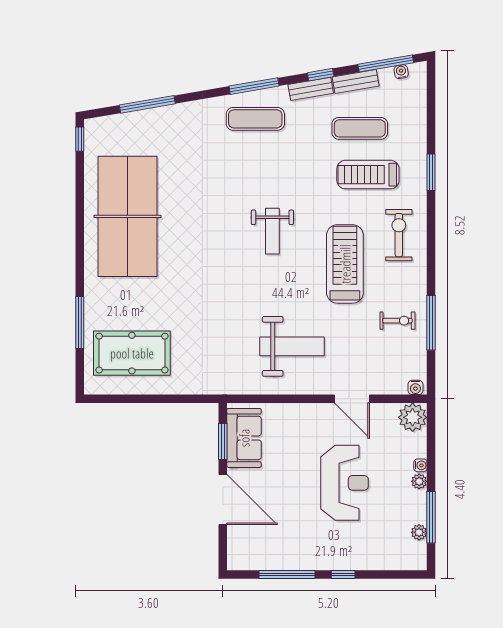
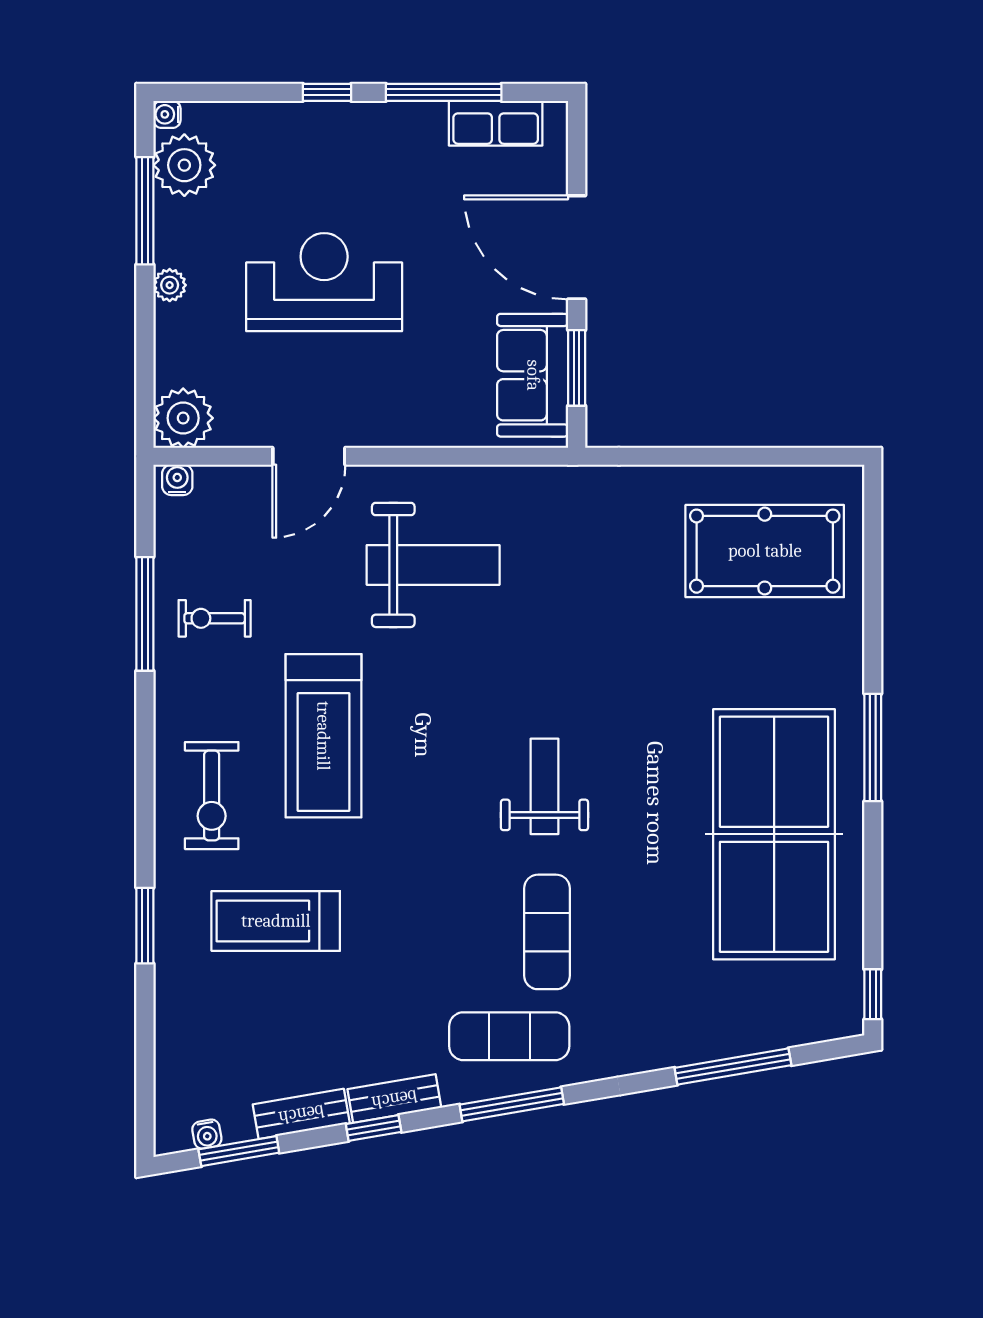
window: (386, 64) -> (239, 1151), width x0.69
exercise mat: (360, 128) -> (547, 932), moved, turned 90
treadmill: (368, 175) -> (276, 921), turned 180
weight bench: (272, 231) -> (544, 786), moved
window: (80, 323) -> (873, 748), moved
weight bench: (292, 346) -> (433, 565), turned 180
door: (352, 399) -> (309, 456), swing flipped
water cooler: (420, 465) -> (167, 114), moved
reception desk: (345, 483) -> (324, 282), turned 90
plant: (419, 532) -> (184, 165), width x1.87, depth x1.87
row of seats: (262, 560) -> (496, 123), added

